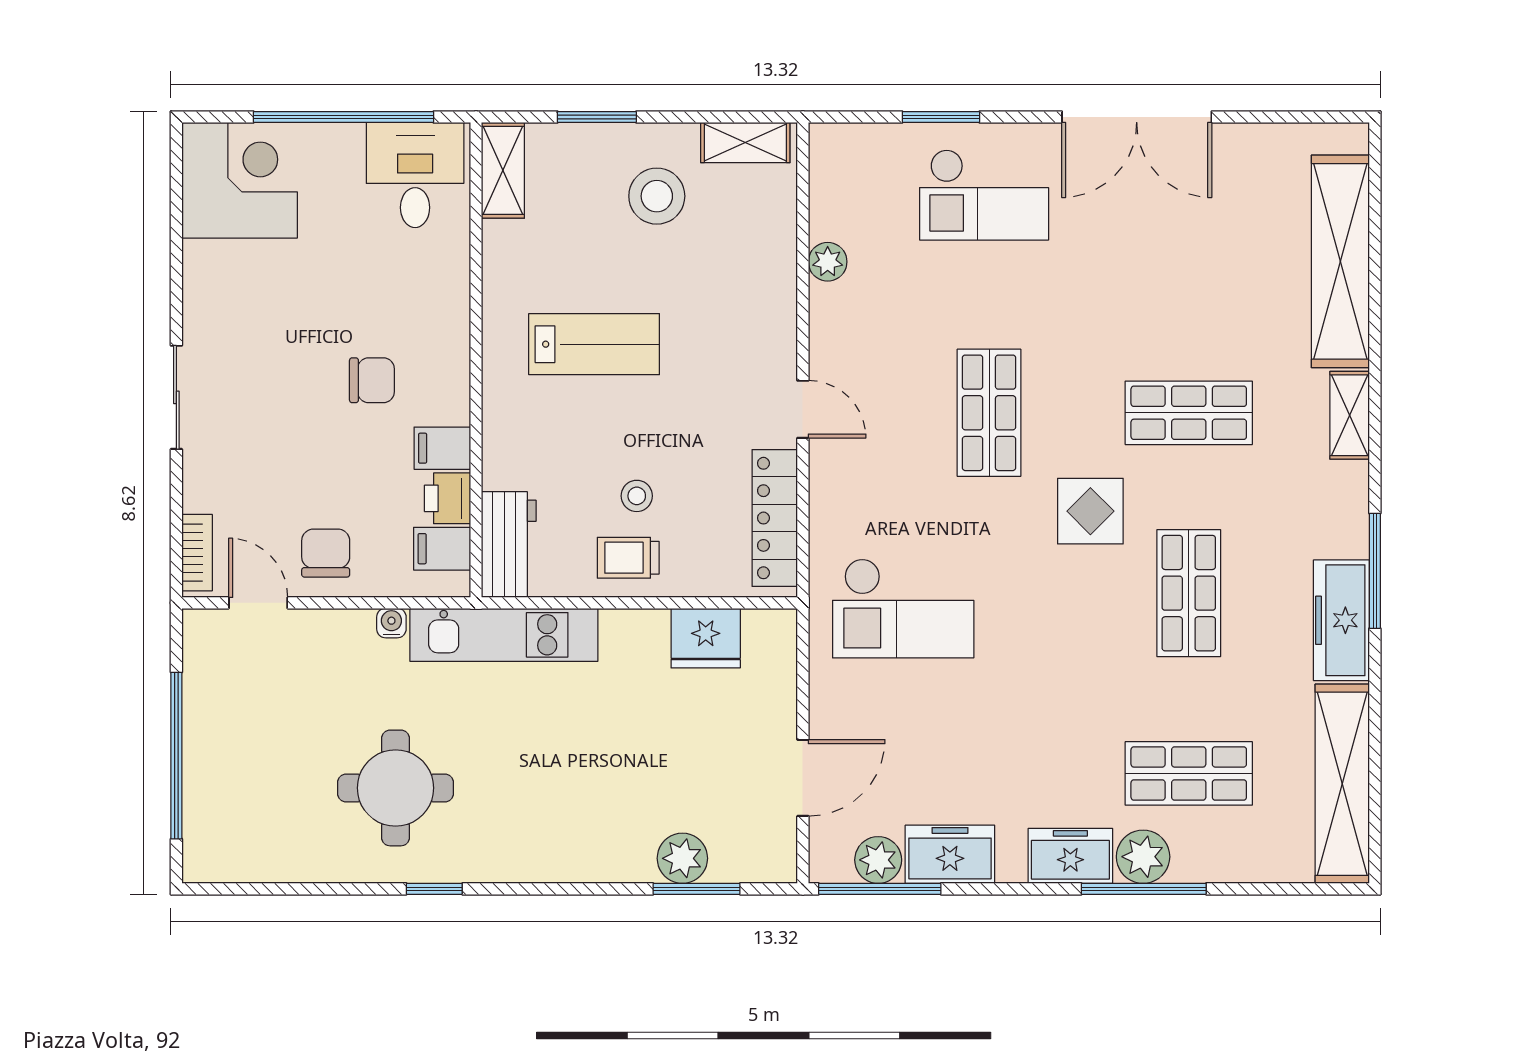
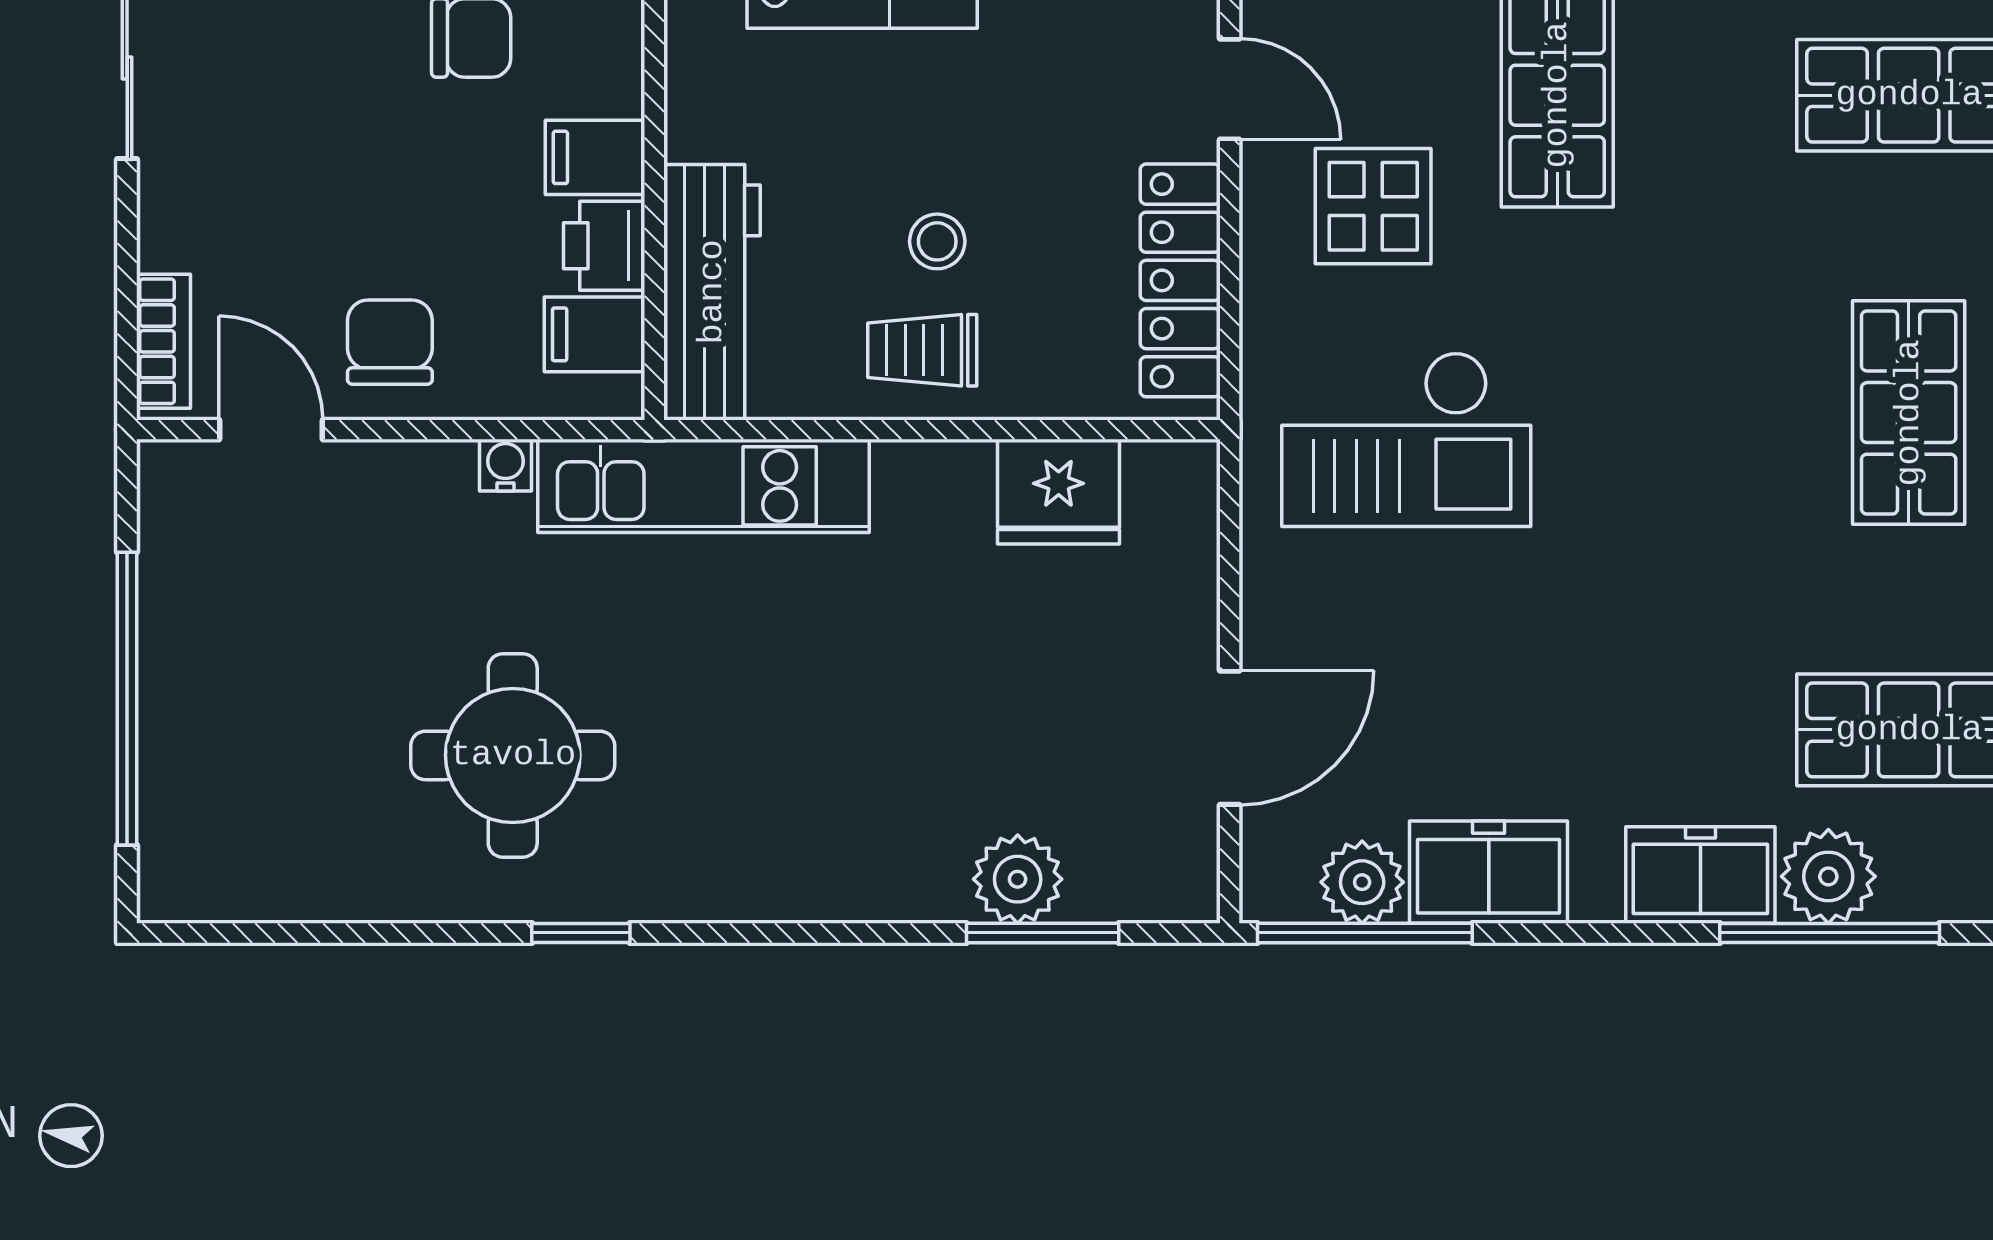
display table: (1090, 511) -> (1373, 206), moved
workbench: (509, 545) -> (712, 292), width x1.38

